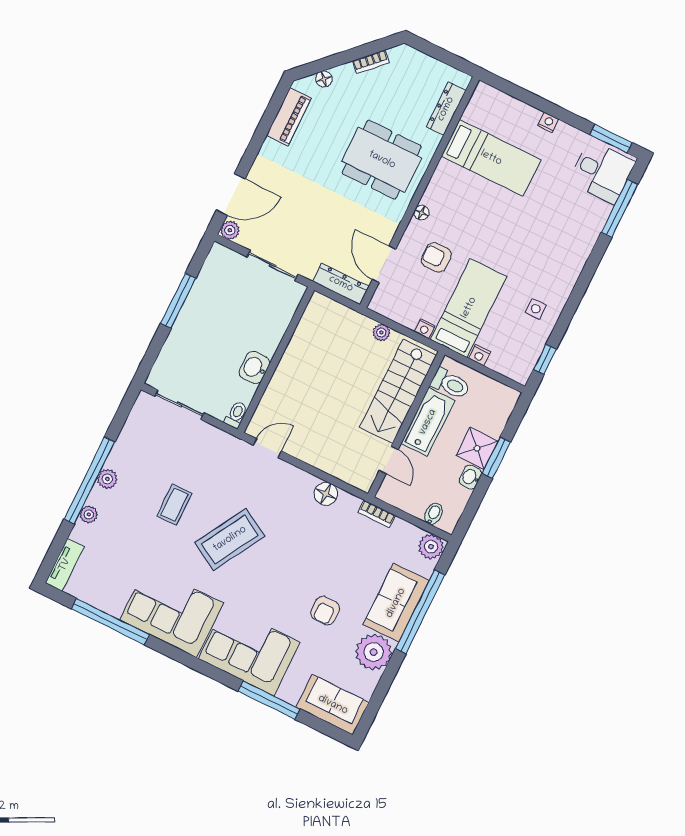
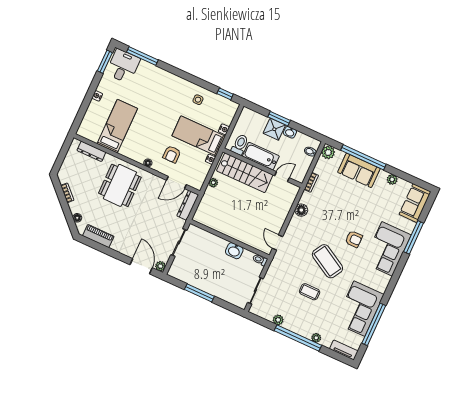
plant: (107, 479) -> (278, 320), moved
corner sofa: (172, 611) -> (359, 309), moved
armchair: (325, 611) -> (354, 239), moved
plant: (374, 652) -> (392, 179), width x0.53, depth x0.53

